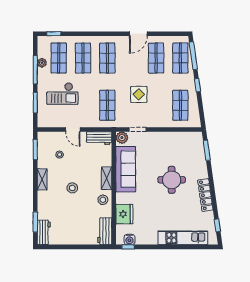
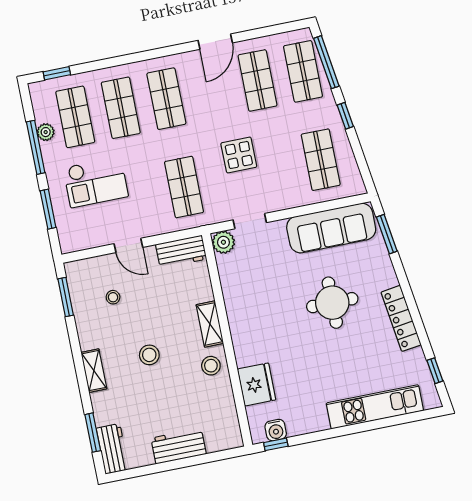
sofa: (126, 169) -> (331, 228), moved, turned 90
shelving: (42, 179) -> (94, 371), moved
workbench: (105, 231) -> (179, 446), moved, turned 90

